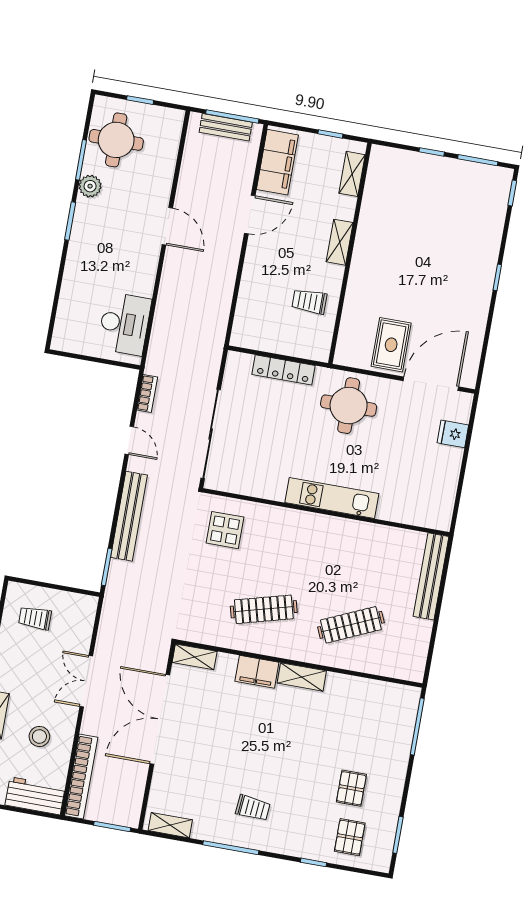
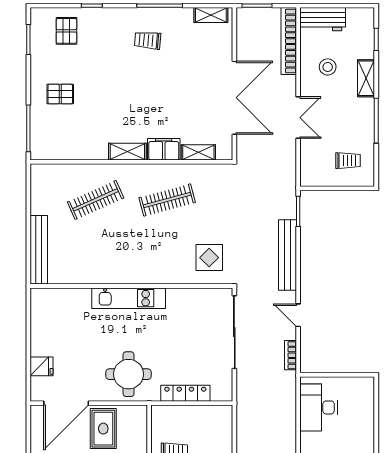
shelving: (195, 657) -> (198, 152), moved
pallet: (351, 788) -> (60, 94), moved, turned 90

